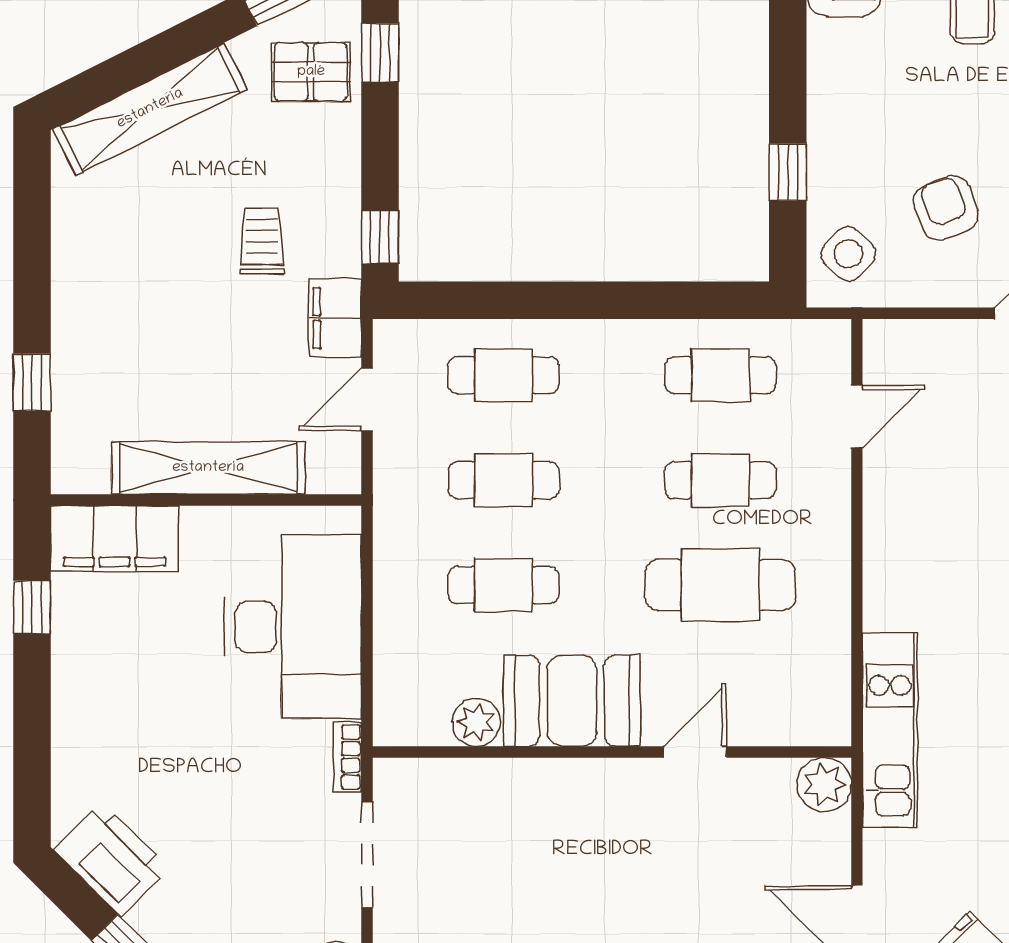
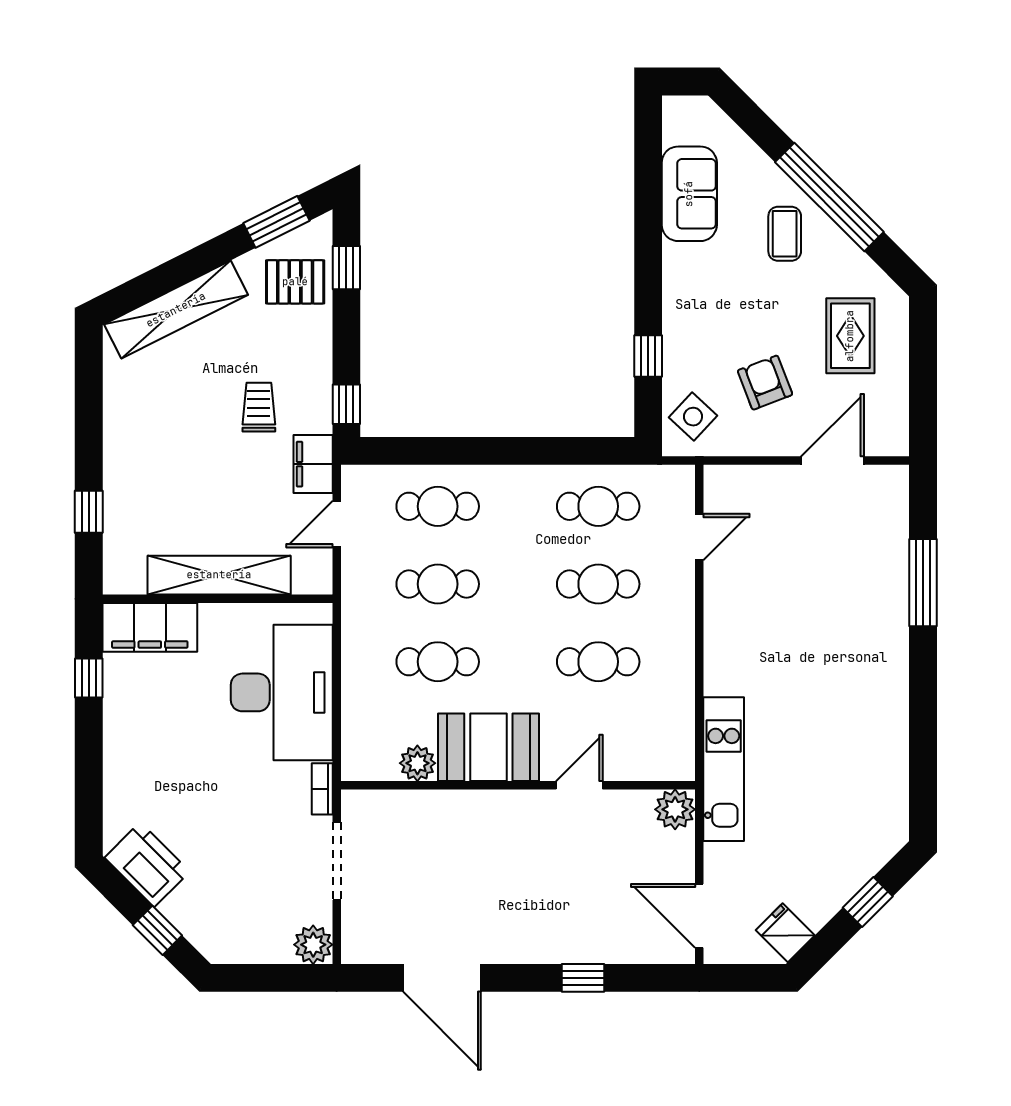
cafe table: (720, 585) -> (598, 662), width x0.73, depth x0.74

